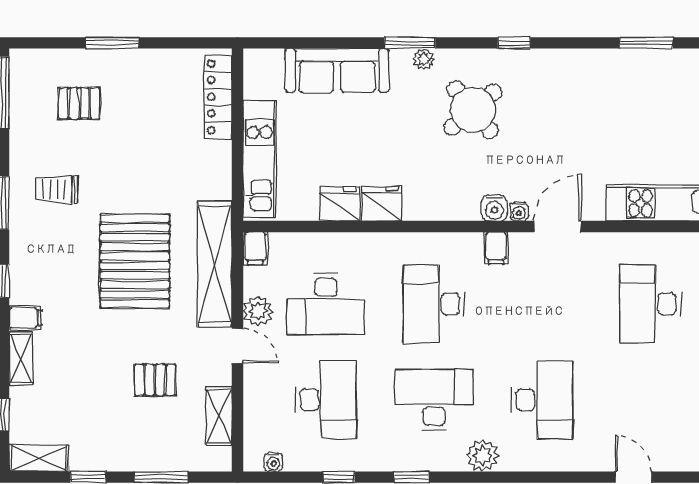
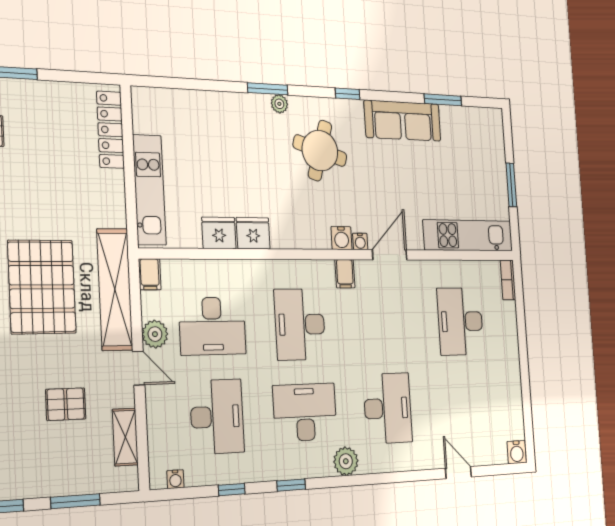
sofa: (337, 70) -> (403, 121), moved
round table: (473, 110) -> (320, 151), turned -33

